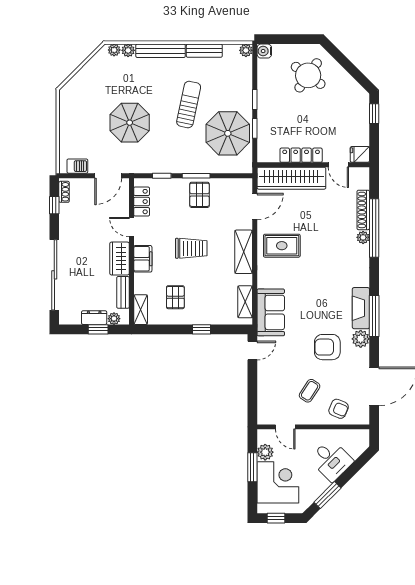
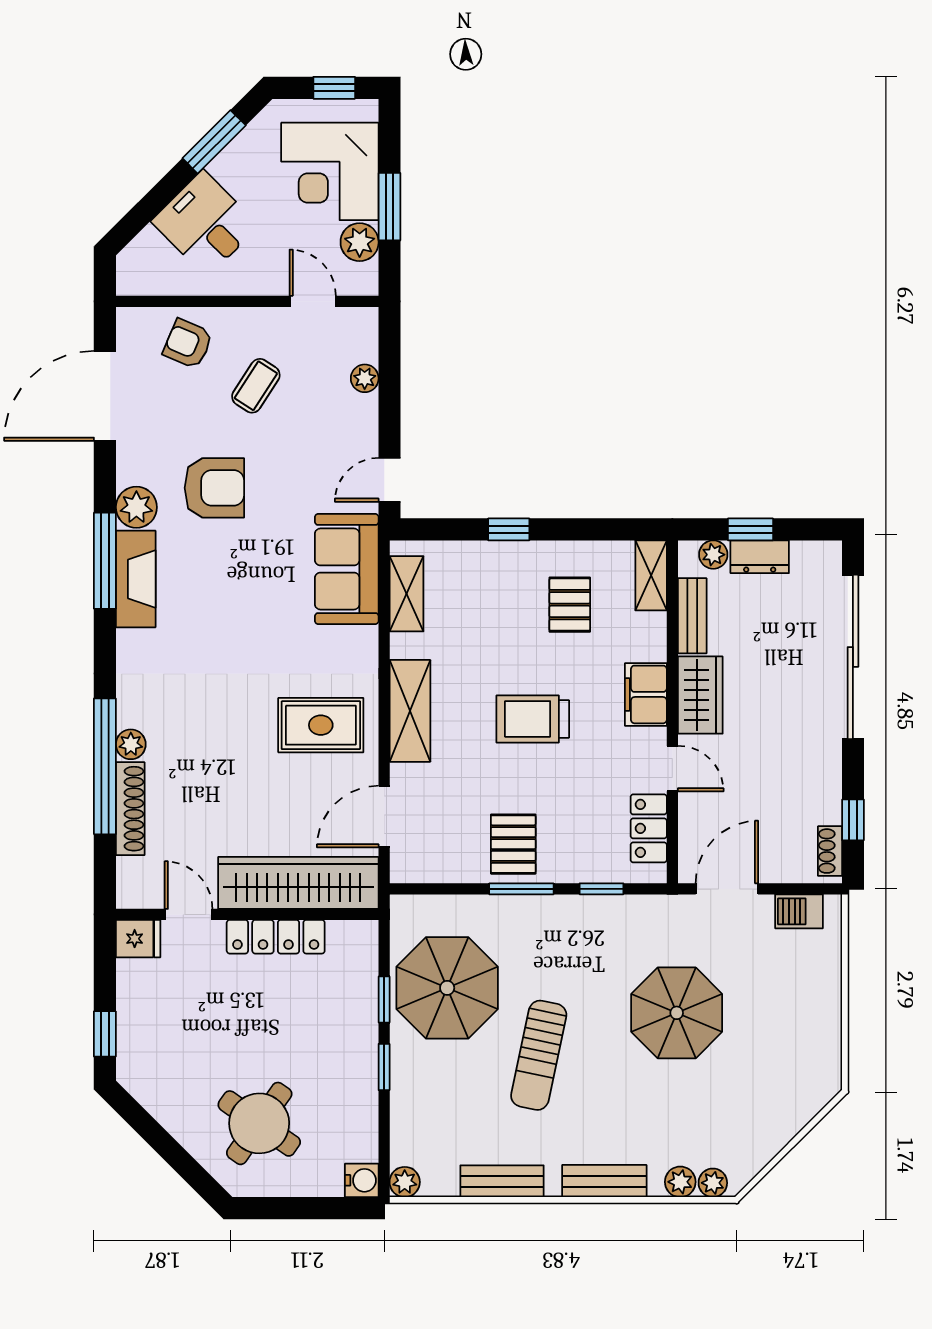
bench: (161, 51) -> (604, 1181), width x0.73
plant: (263, 394) -> (365, 378), added

